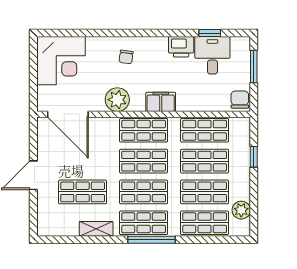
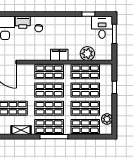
printer: (181, 47) -> (23, 22), moved
desk: (212, 55) -> (102, 27), moved
plant: (117, 100) -> (87, 54), moved
chair: (240, 100) -> (106, 54), removed

